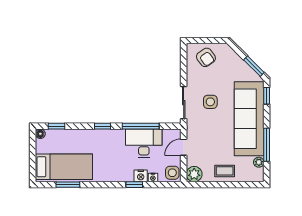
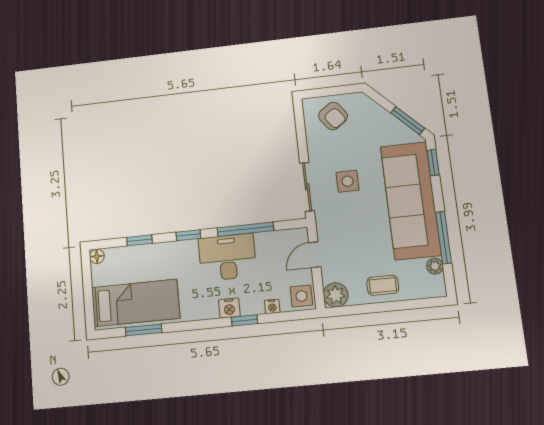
window: (57, 126) -> (139, 240), moved
desk: (144, 143) -> (227, 257), moved
nightstand: (141, 176) -> (229, 308), moved

